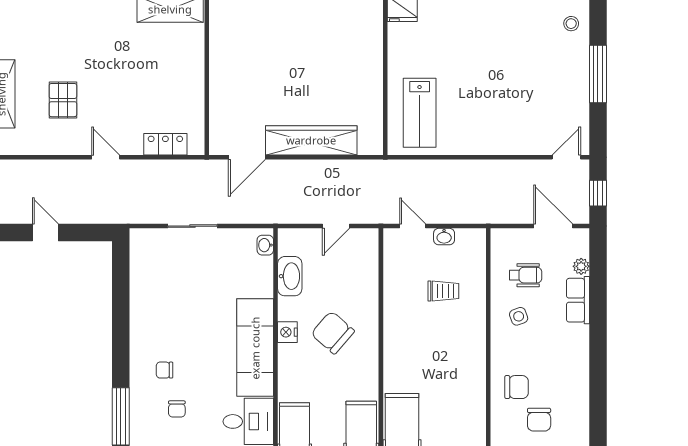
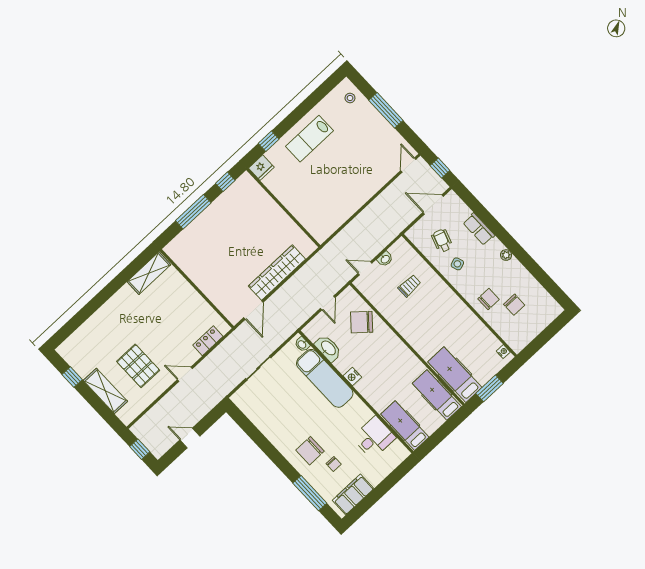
pallet: (63, 100) -> (138, 366), width x1.50, depth x1.42
lab bench: (420, 113) -> (310, 139), moved, turned 90
plant: (581, 266) -> (506, 255), moved
wheelchair: (526, 275) -> (442, 241), turned -71
chair: (333, 333) -> (362, 322), moved
exam couch: (255, 348) -> (325, 378), moved
chair: (164, 370) -> (310, 451), width x1.87, depth x1.87

